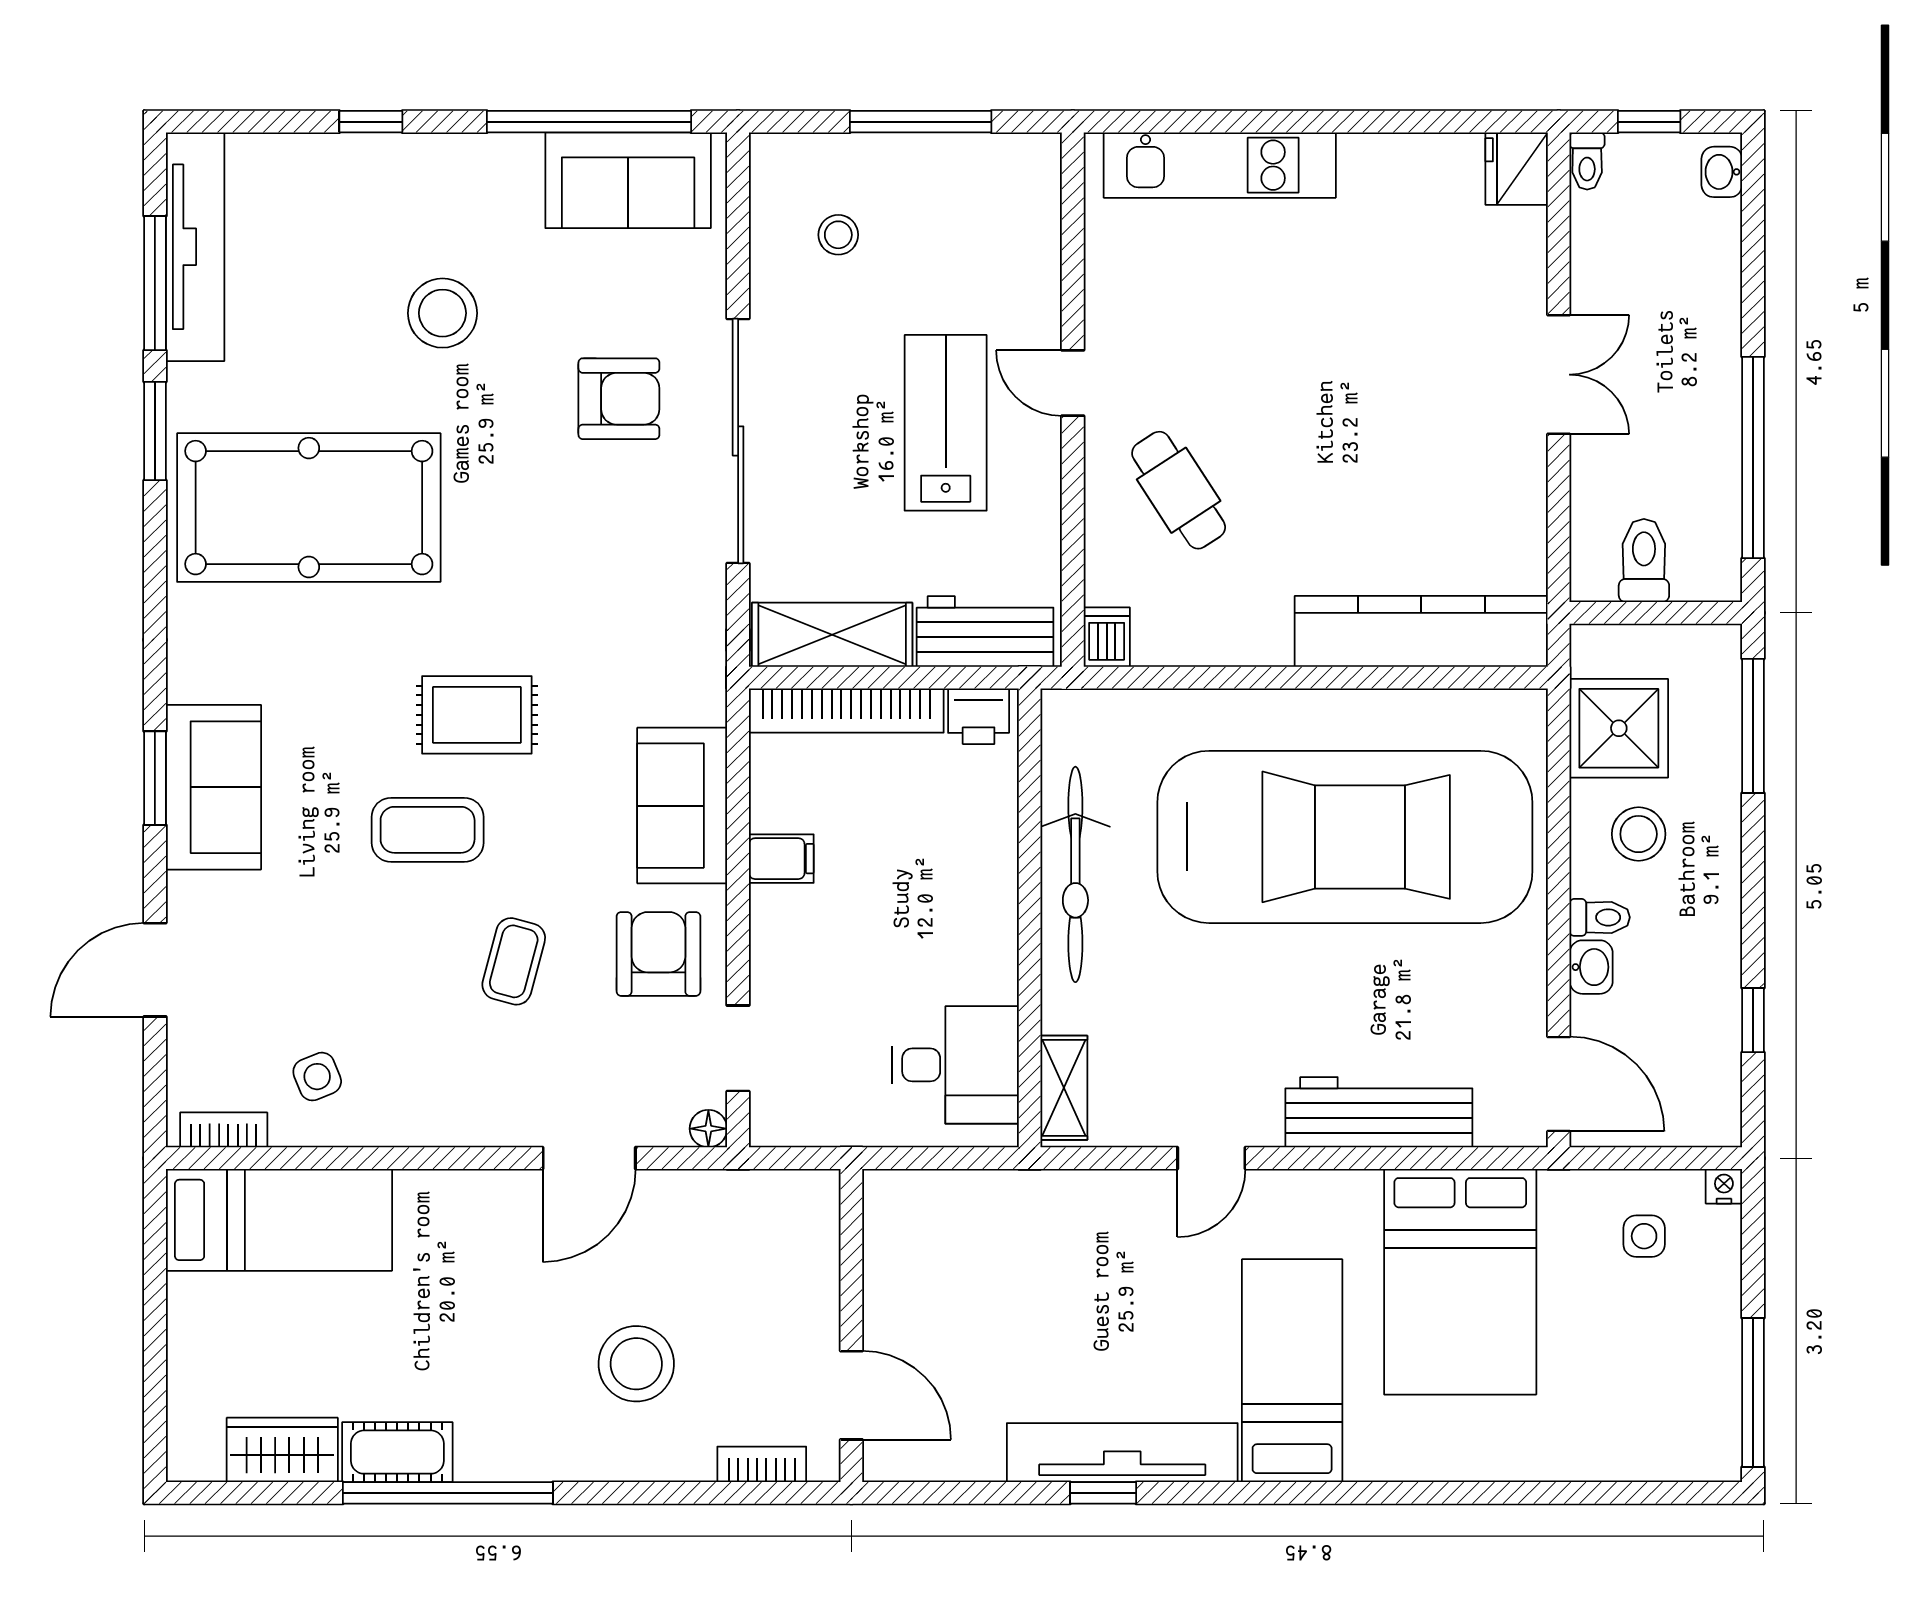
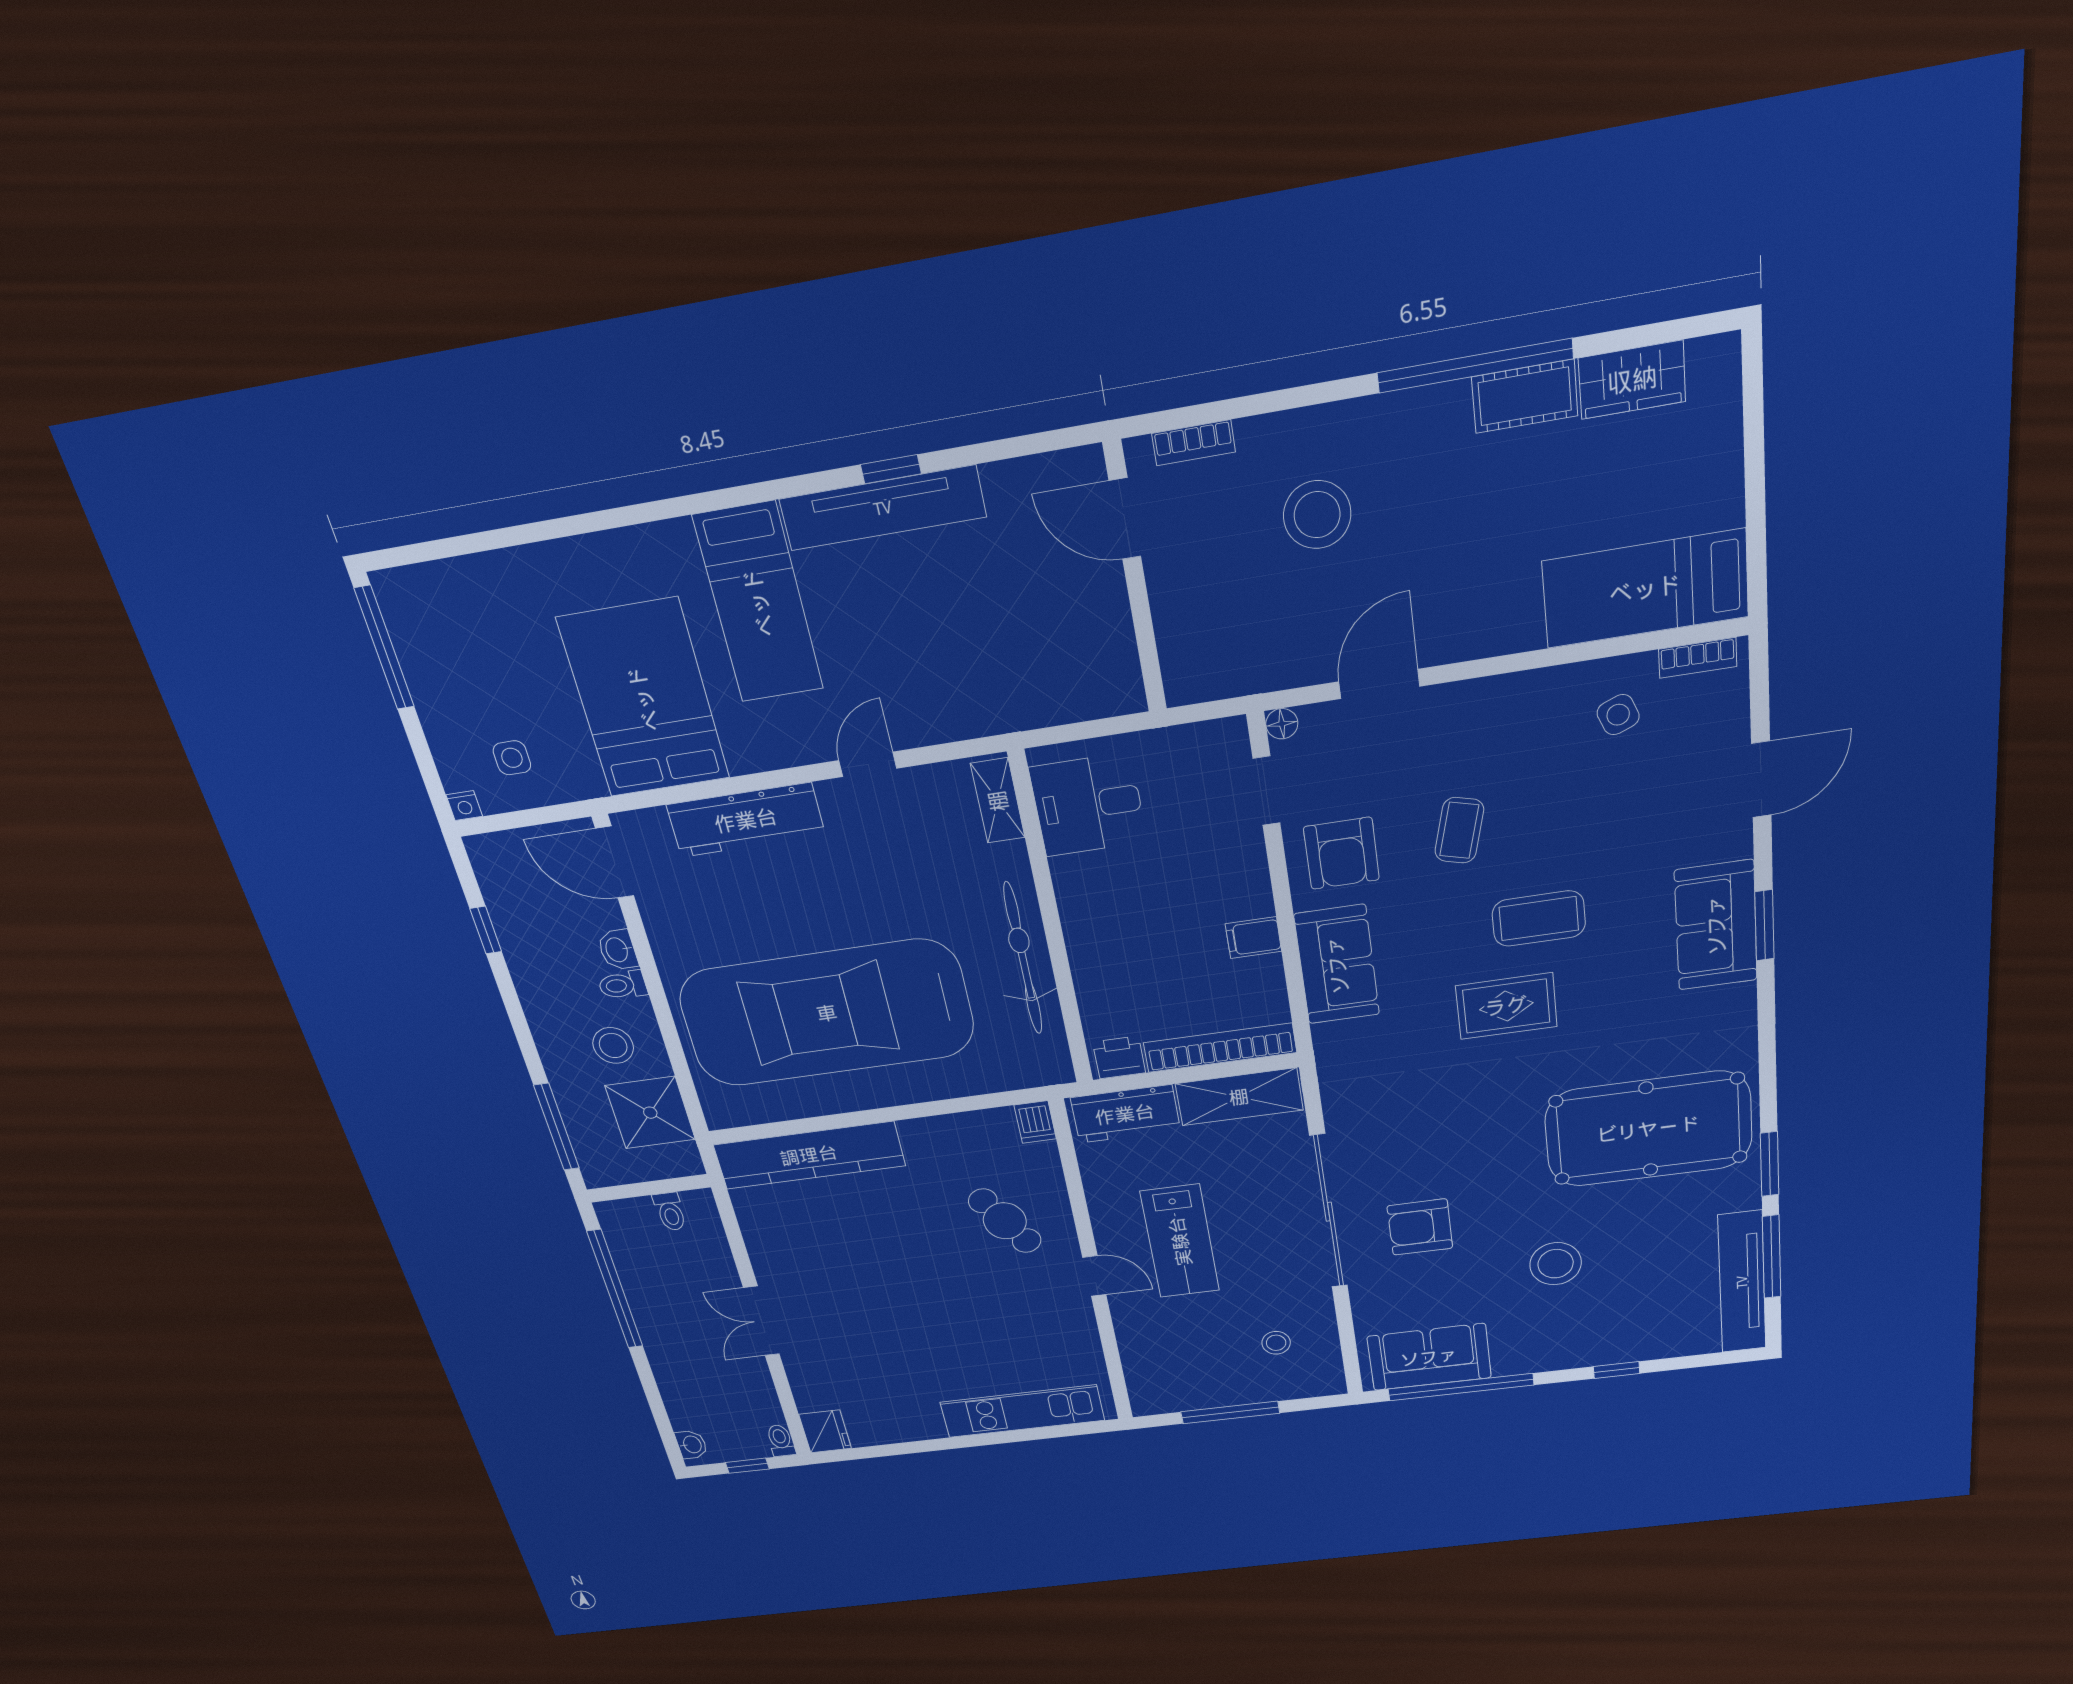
toilet: (1644, 561) -> (670, 1212), width x0.73, depth x0.72

